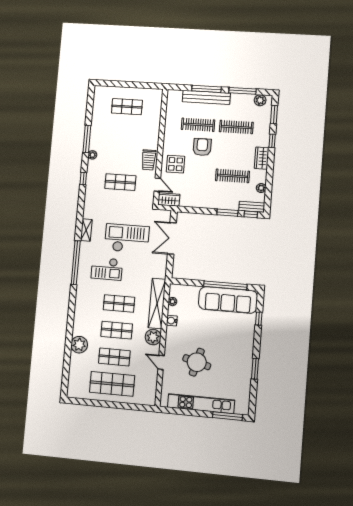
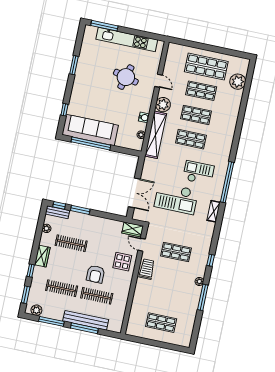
plant: (79, 345) -> (238, 82), moved

